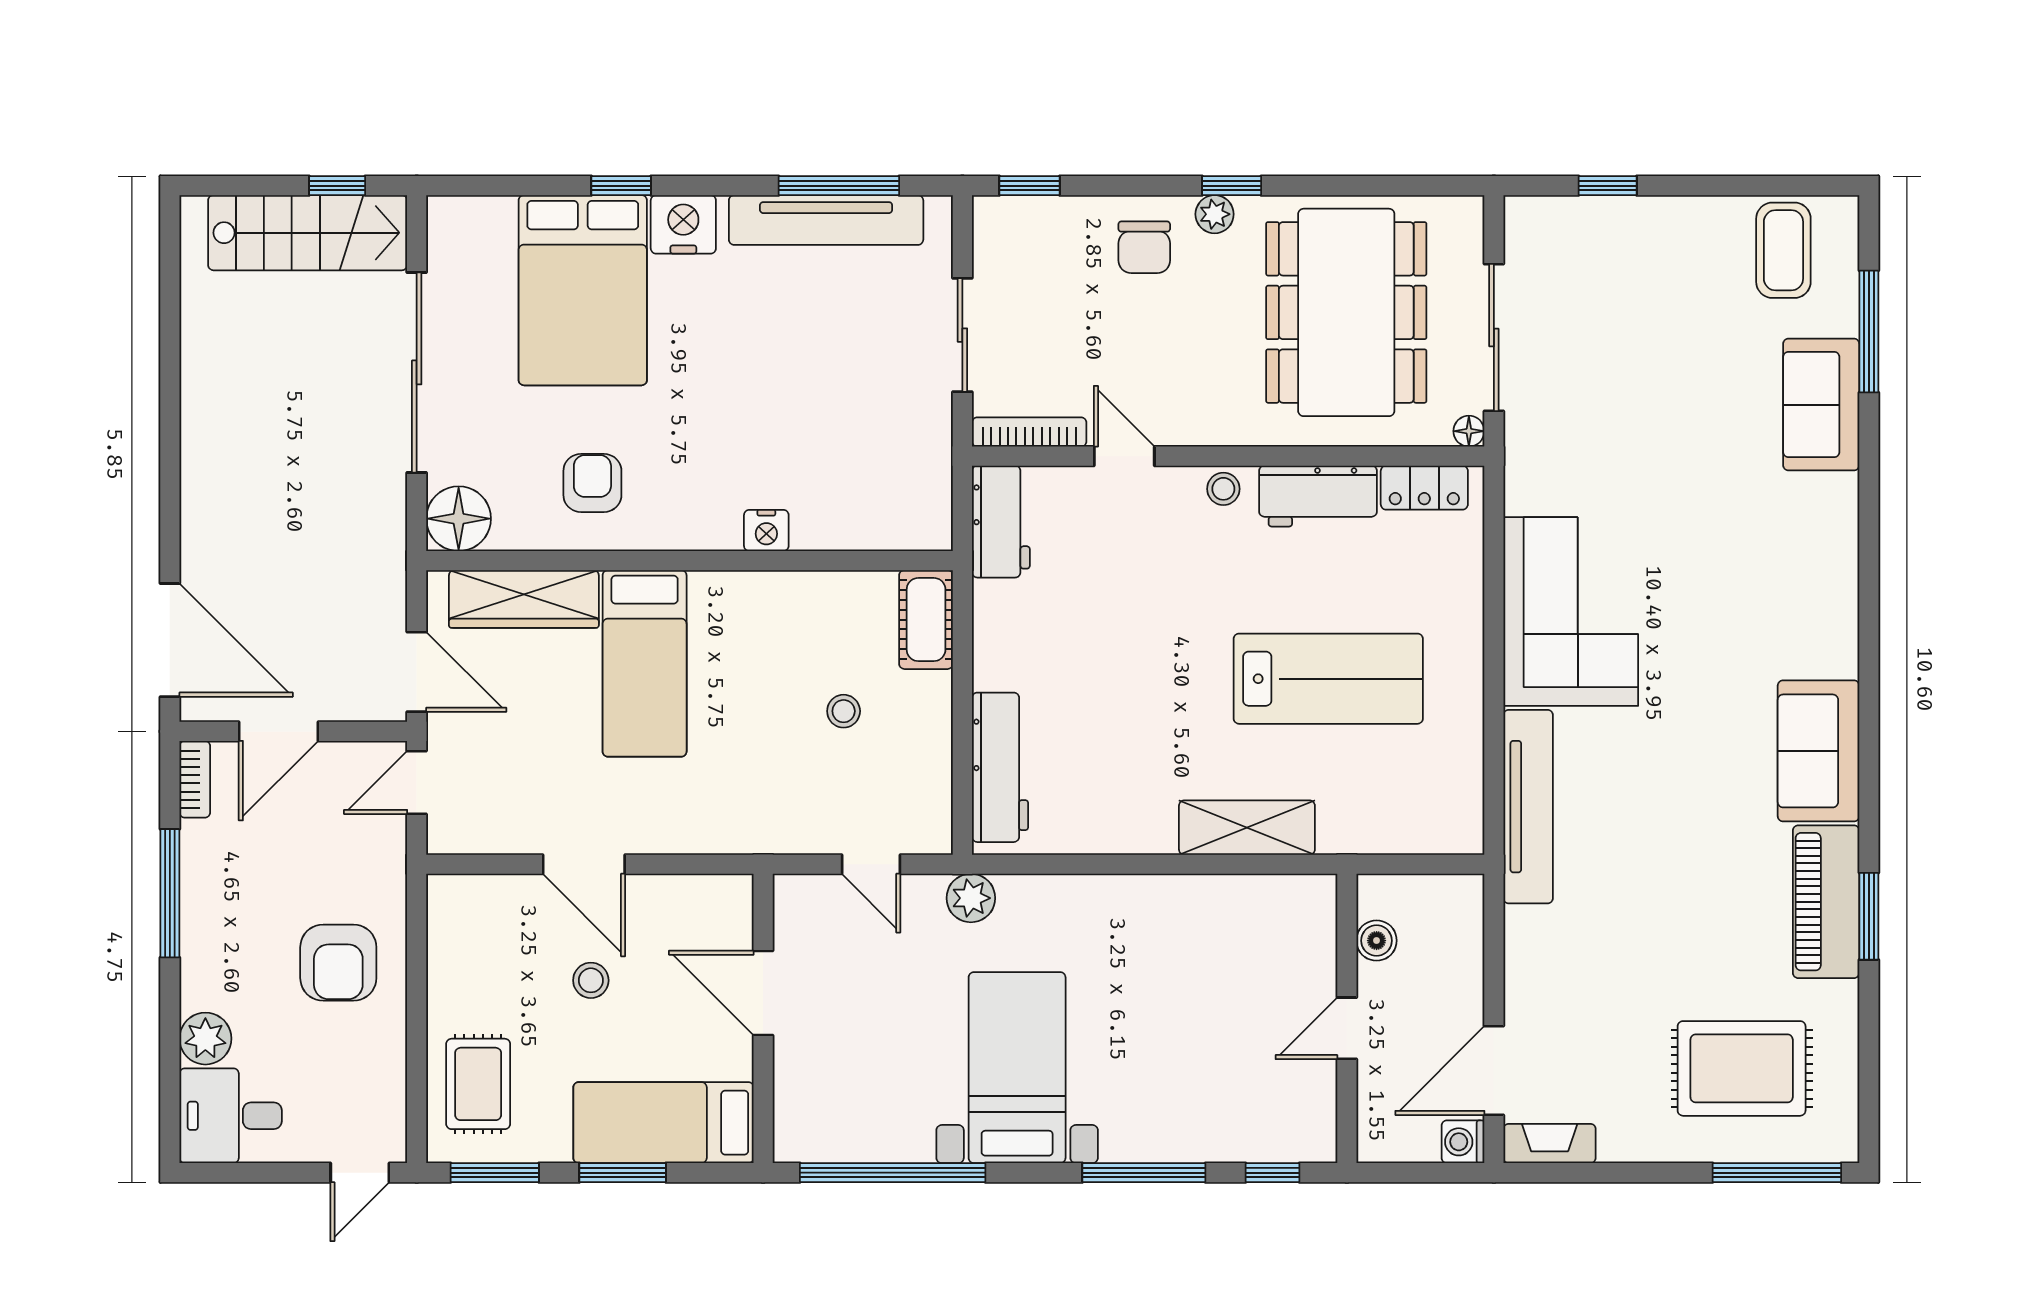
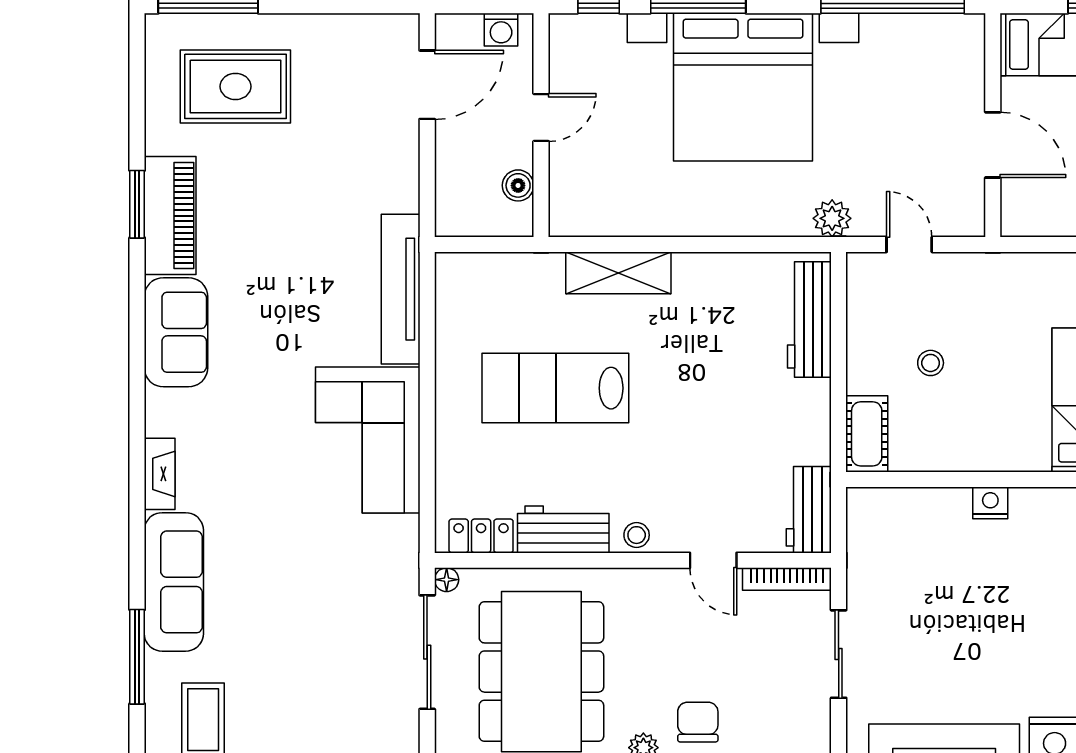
sofa: (1821, 405) -> (174, 582), width x1.36
bed with nightstands: (1017, 1068) -> (743, 87), width x1.85
washing machine: (1463, 1142) -> (501, 30), moved, turned 90
fireplace: (1550, 1143) -> (160, 474), moved, turned -90

